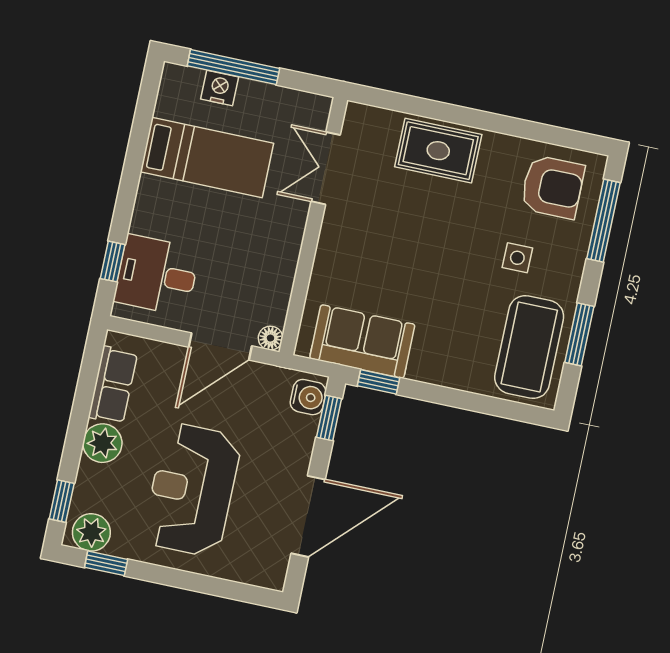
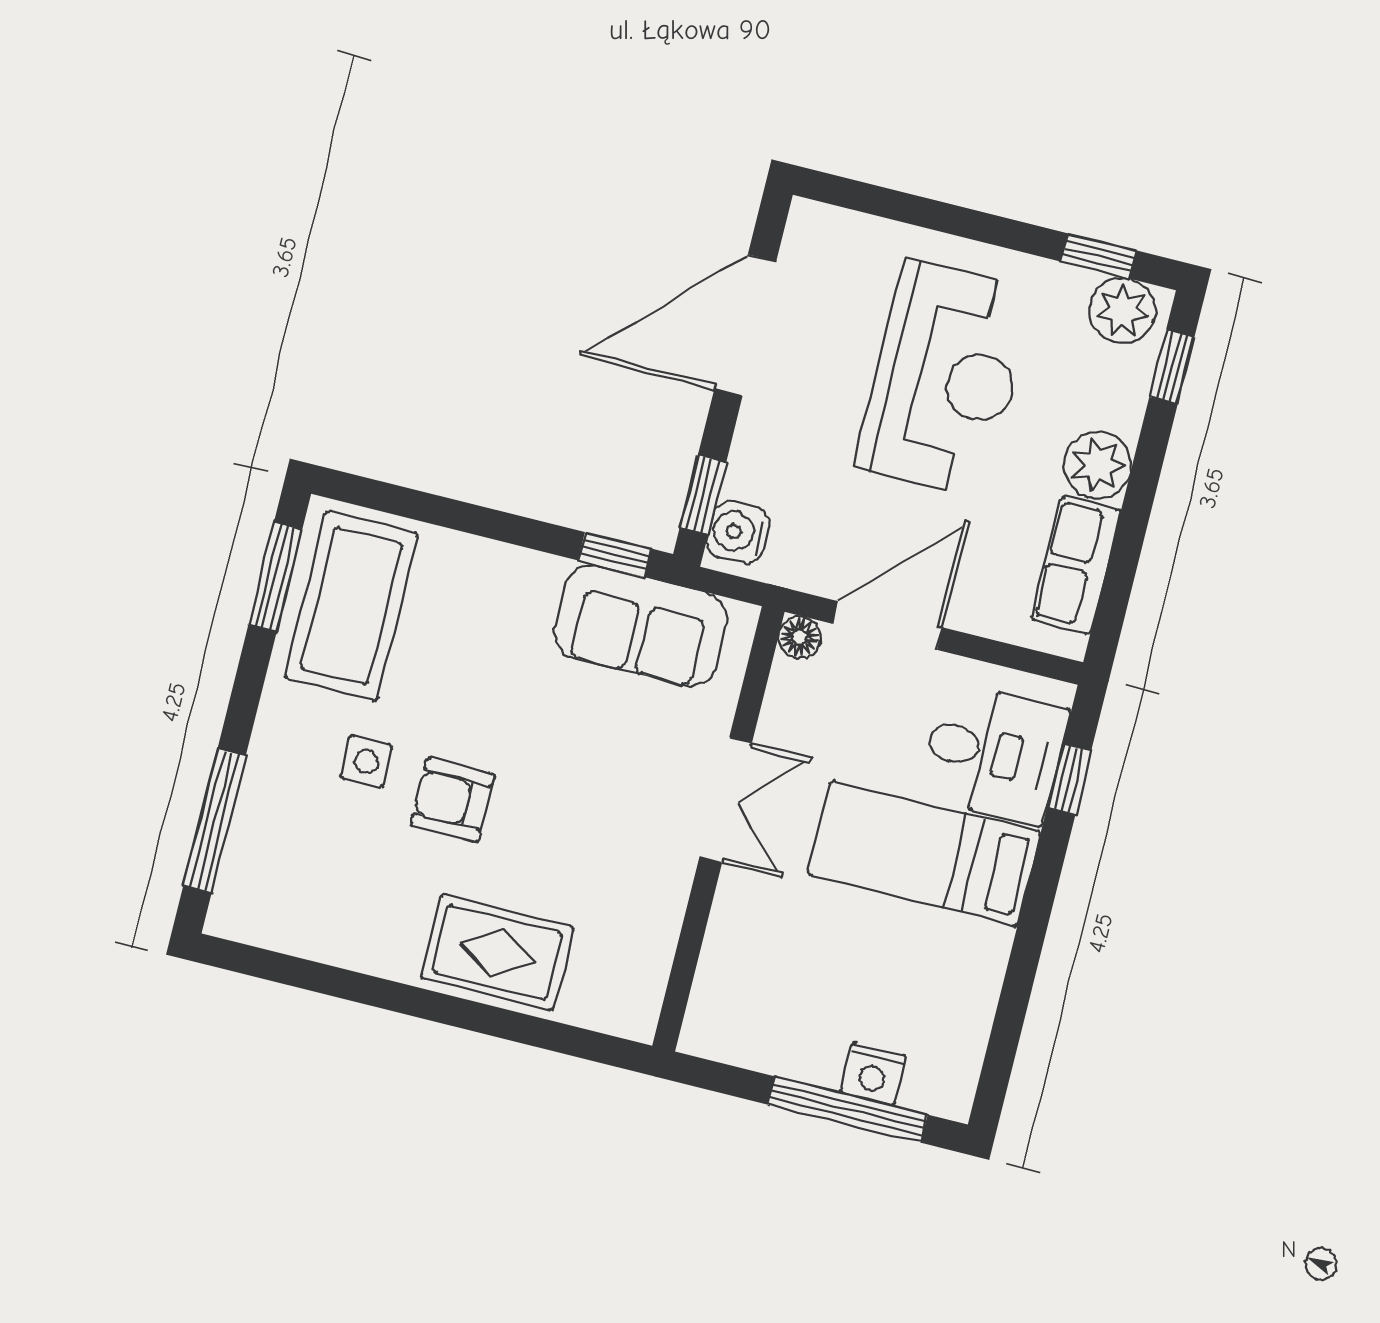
bed: (207, 158) -> (924, 853), moved
double door: (326, 168) -> (726, 800), moved
armchair: (553, 187) -> (452, 800), moved, width x0.72, depth x0.72
window: (579, 334) -> (275, 577), moved

